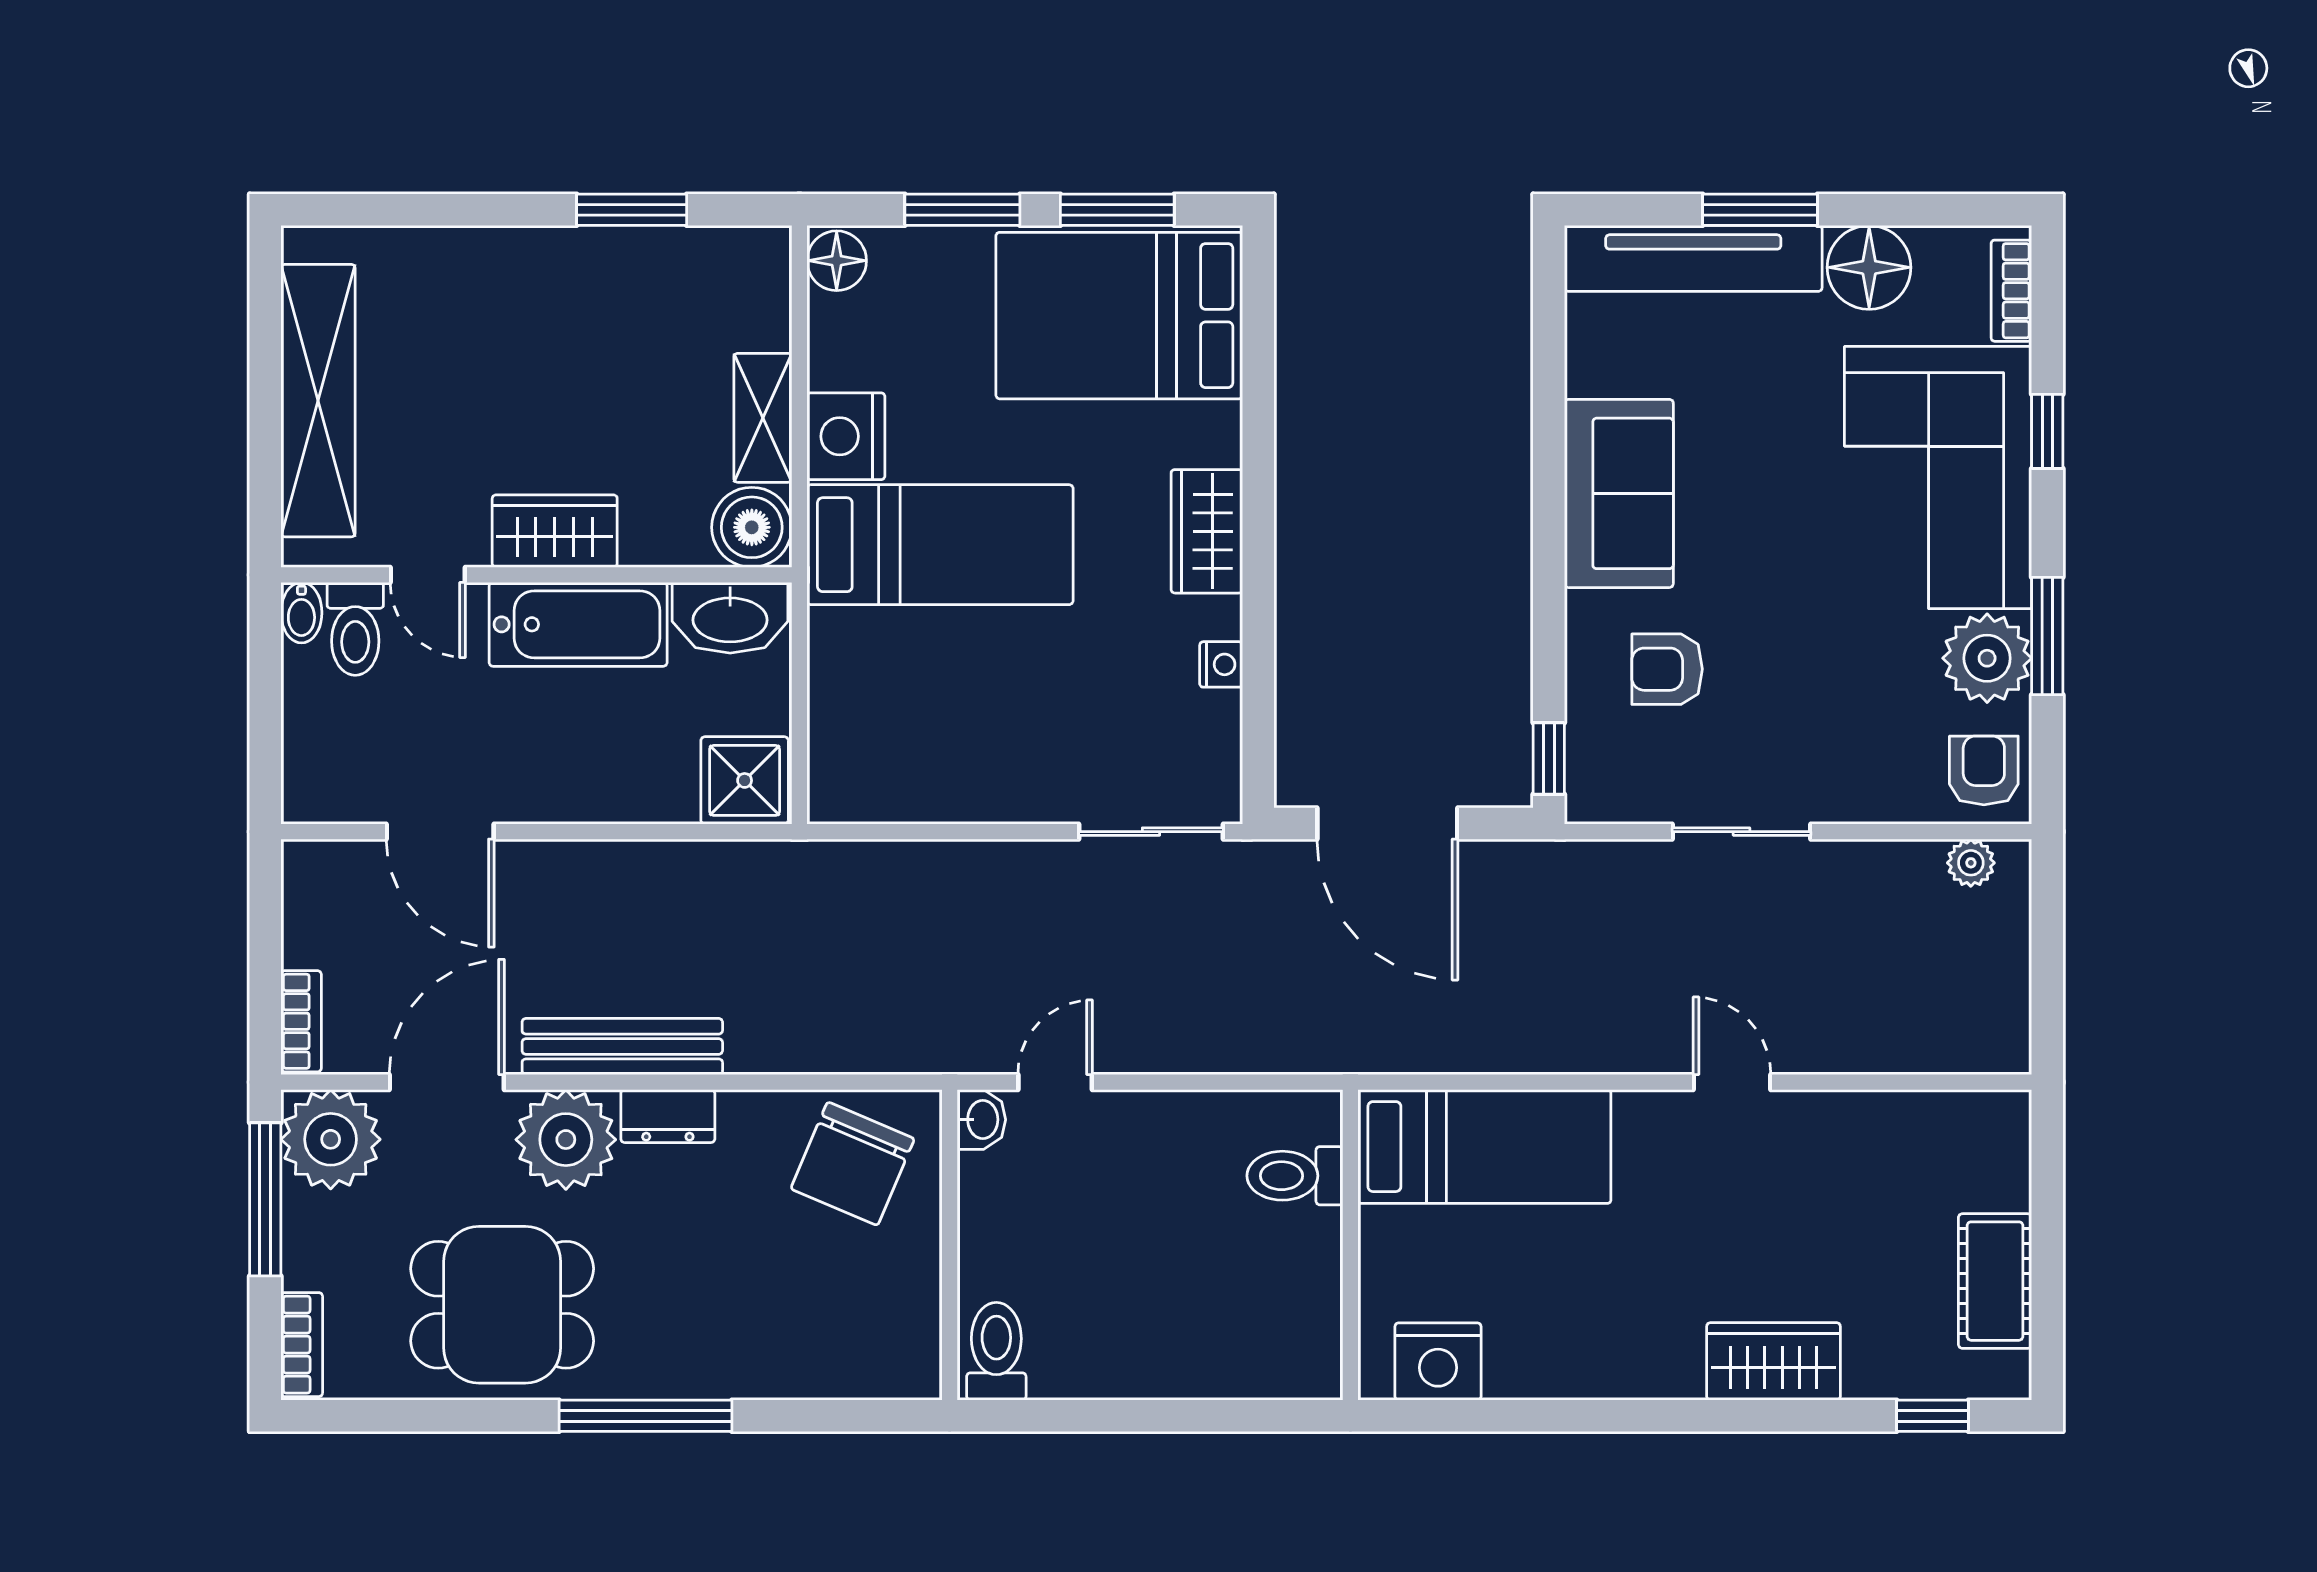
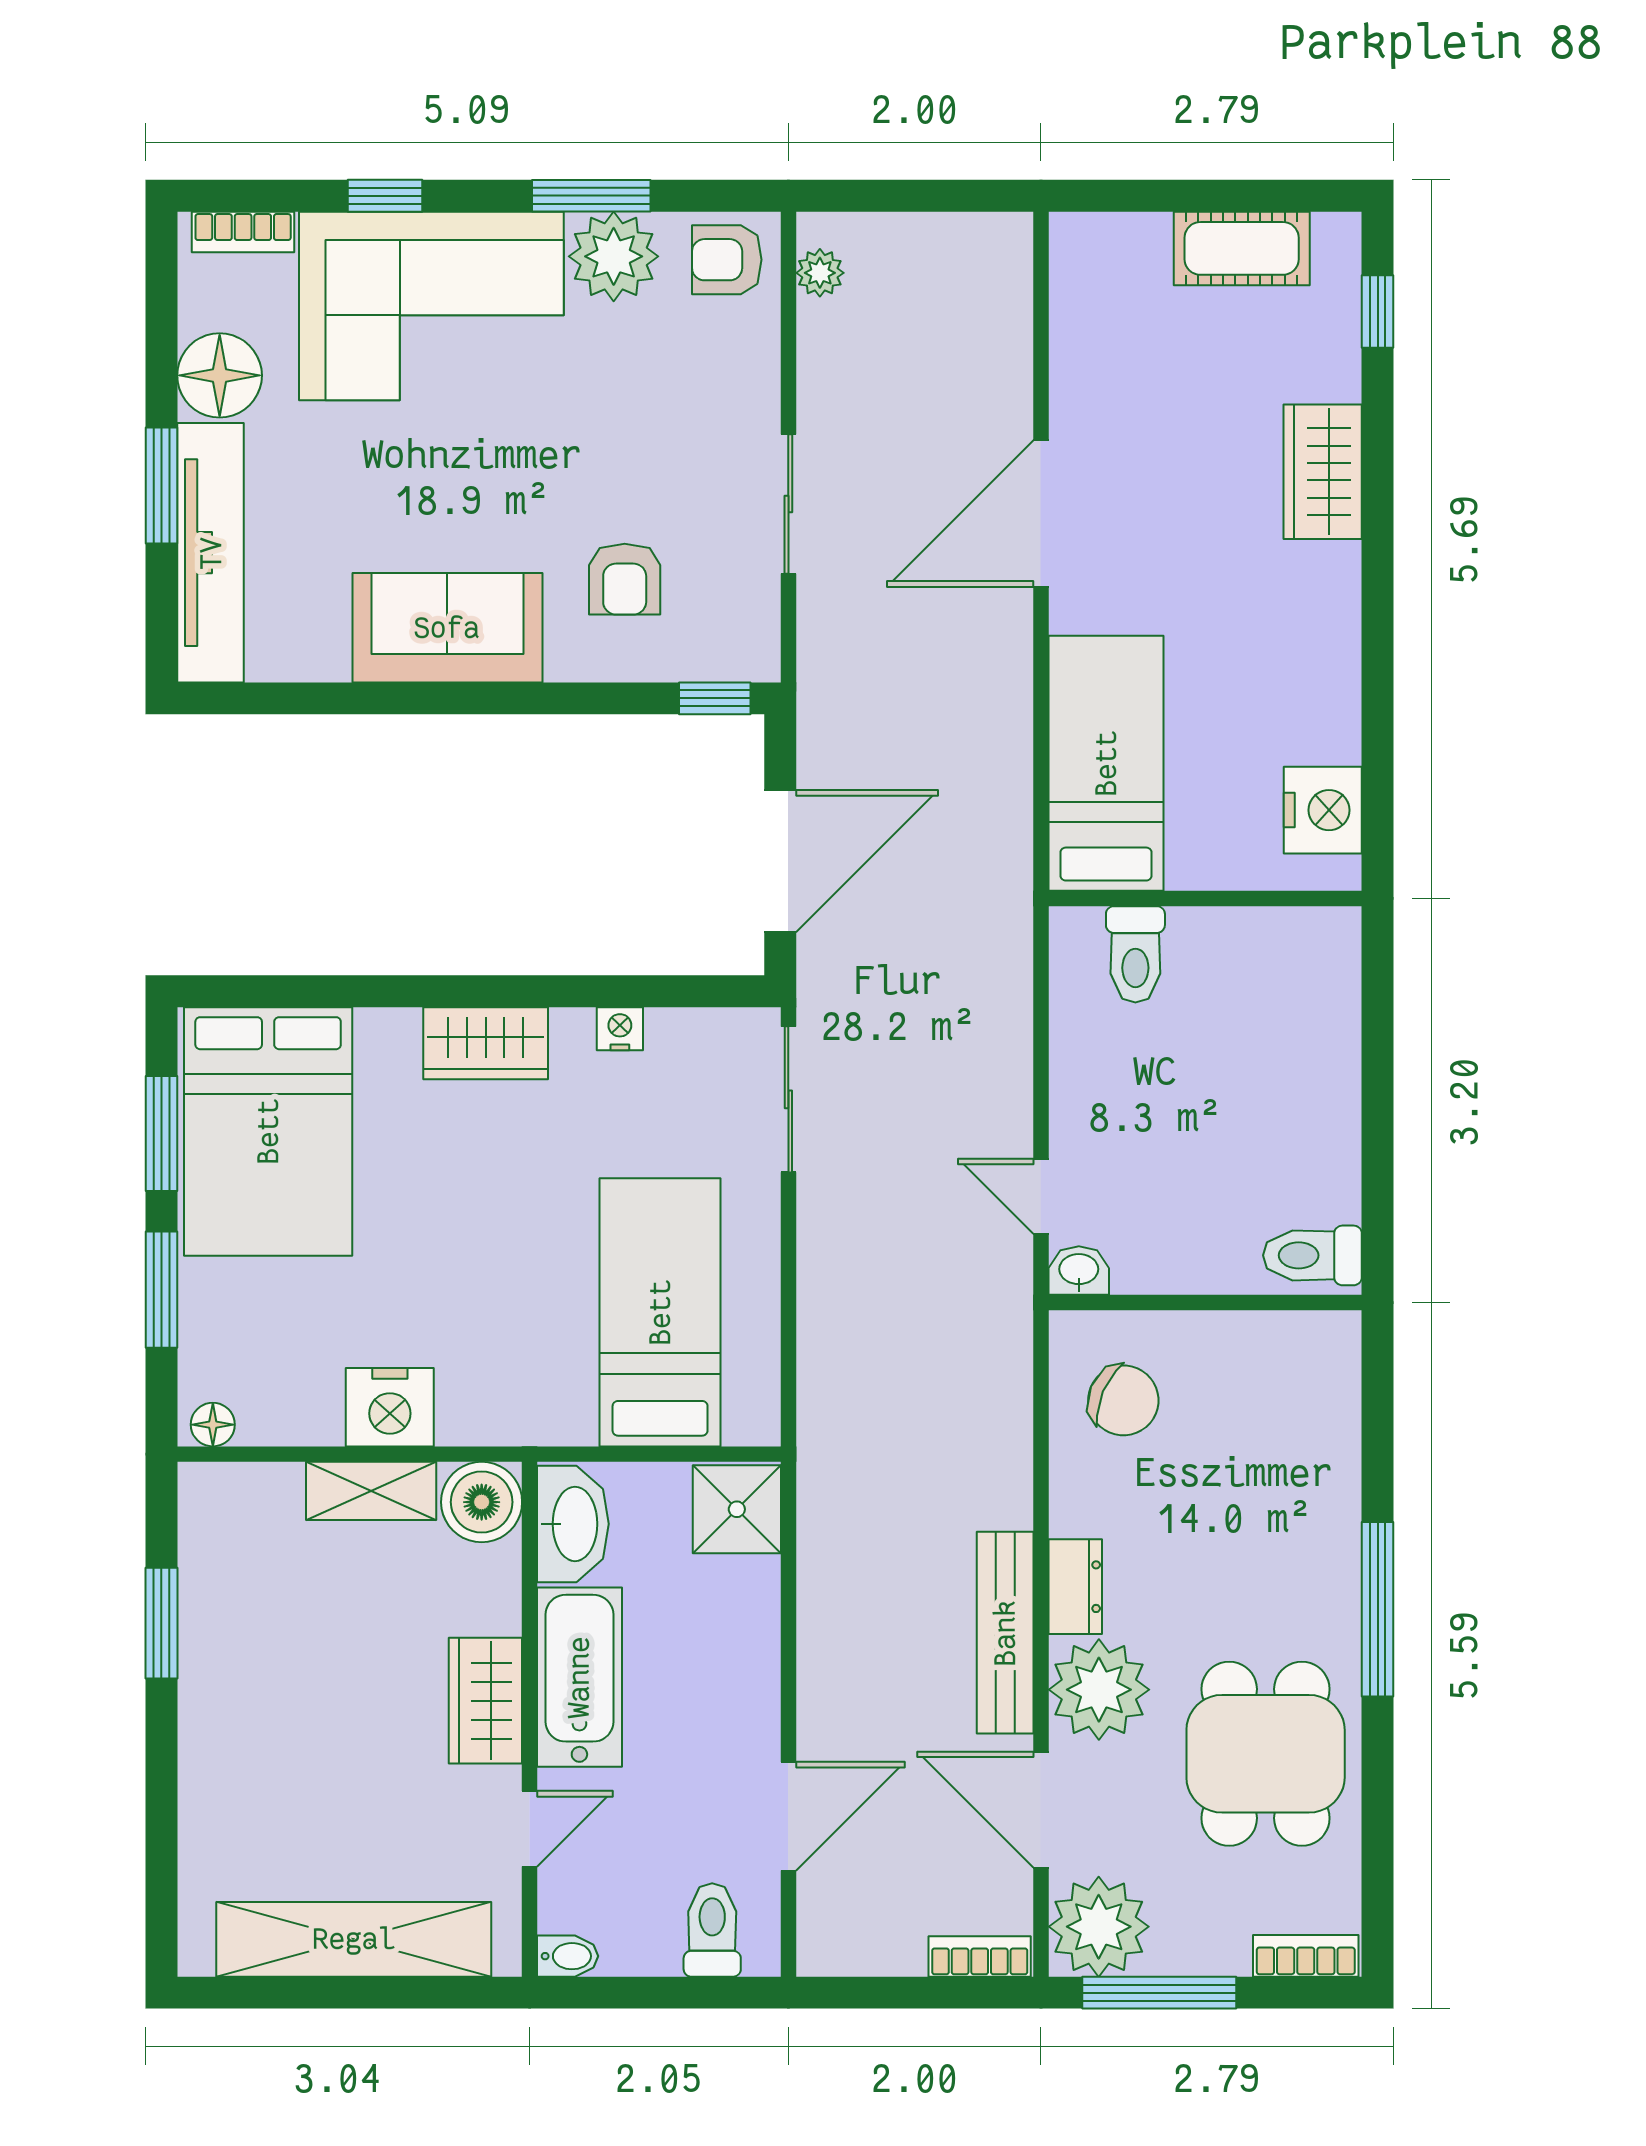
floor lamp: (837, 261) -> (213, 1425), width x0.73, depth x0.73
bed: (940, 545) -> (660, 1312), moved
toilet: (355, 629) -> (712, 1930), moved, turned -90
door: (1732, 1082) -> (1041, 514), width x1.88
chair: (853, 1164) -> (1123, 1400), width x0.73, depth x0.73

